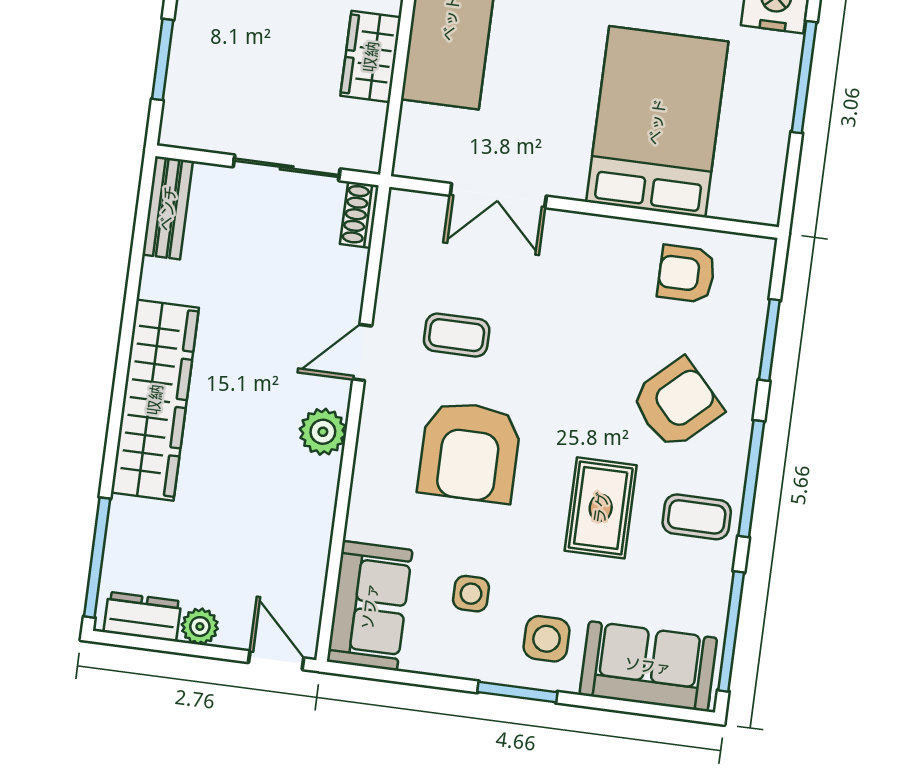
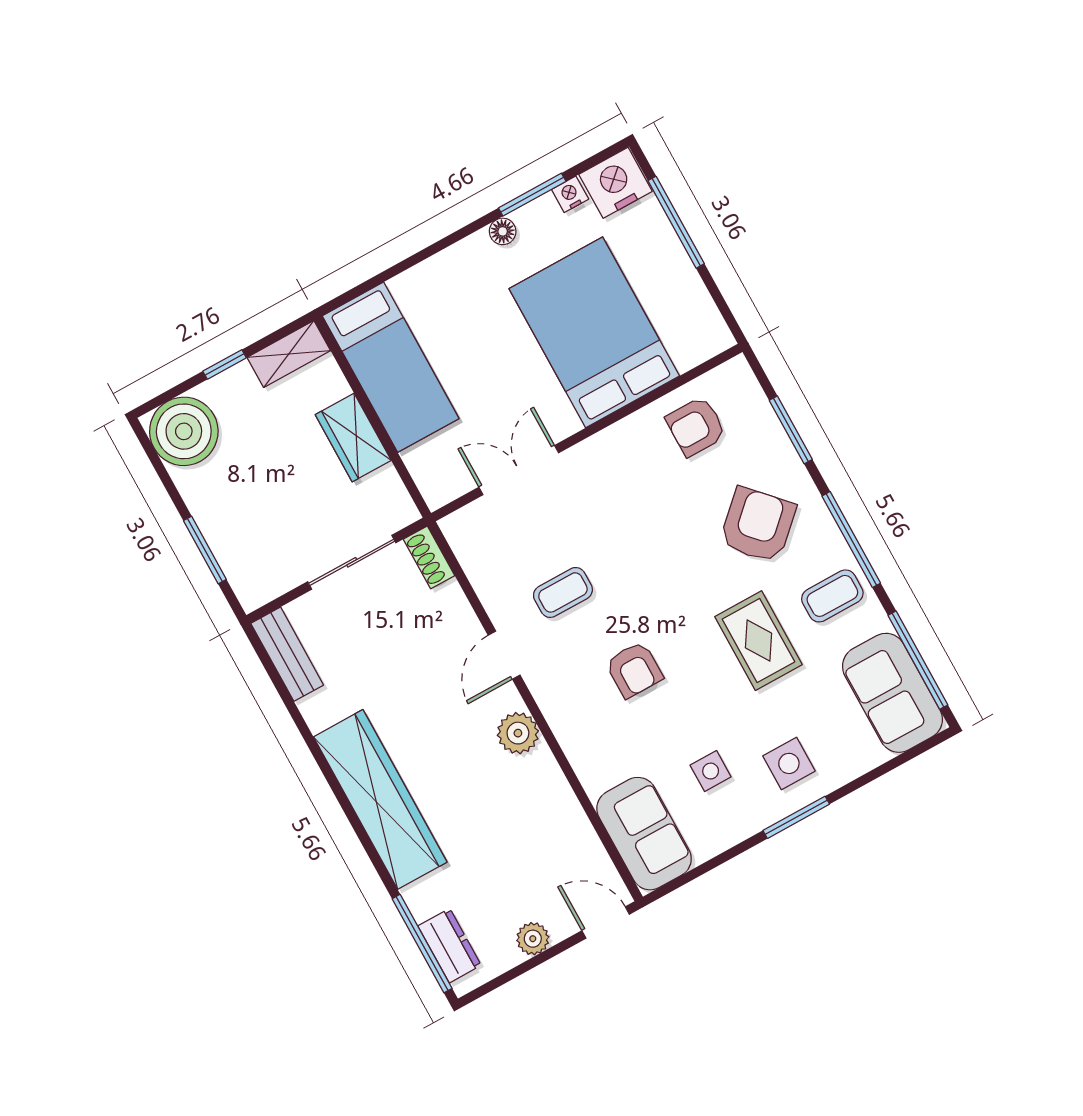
double door: (498, 196) -> (519, 470), swing flipped
armchair: (469, 452) -> (634, 670), width x0.53, depth x0.53
dresser: (142, 617) -> (450, 946), moved, turned 90
sofa: (648, 666) -> (892, 693), moved, turned -90

